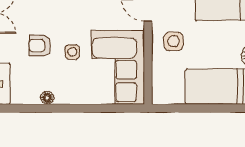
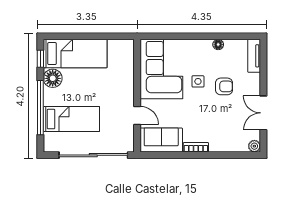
side table: (173, 41) -> (117, 90), removed

